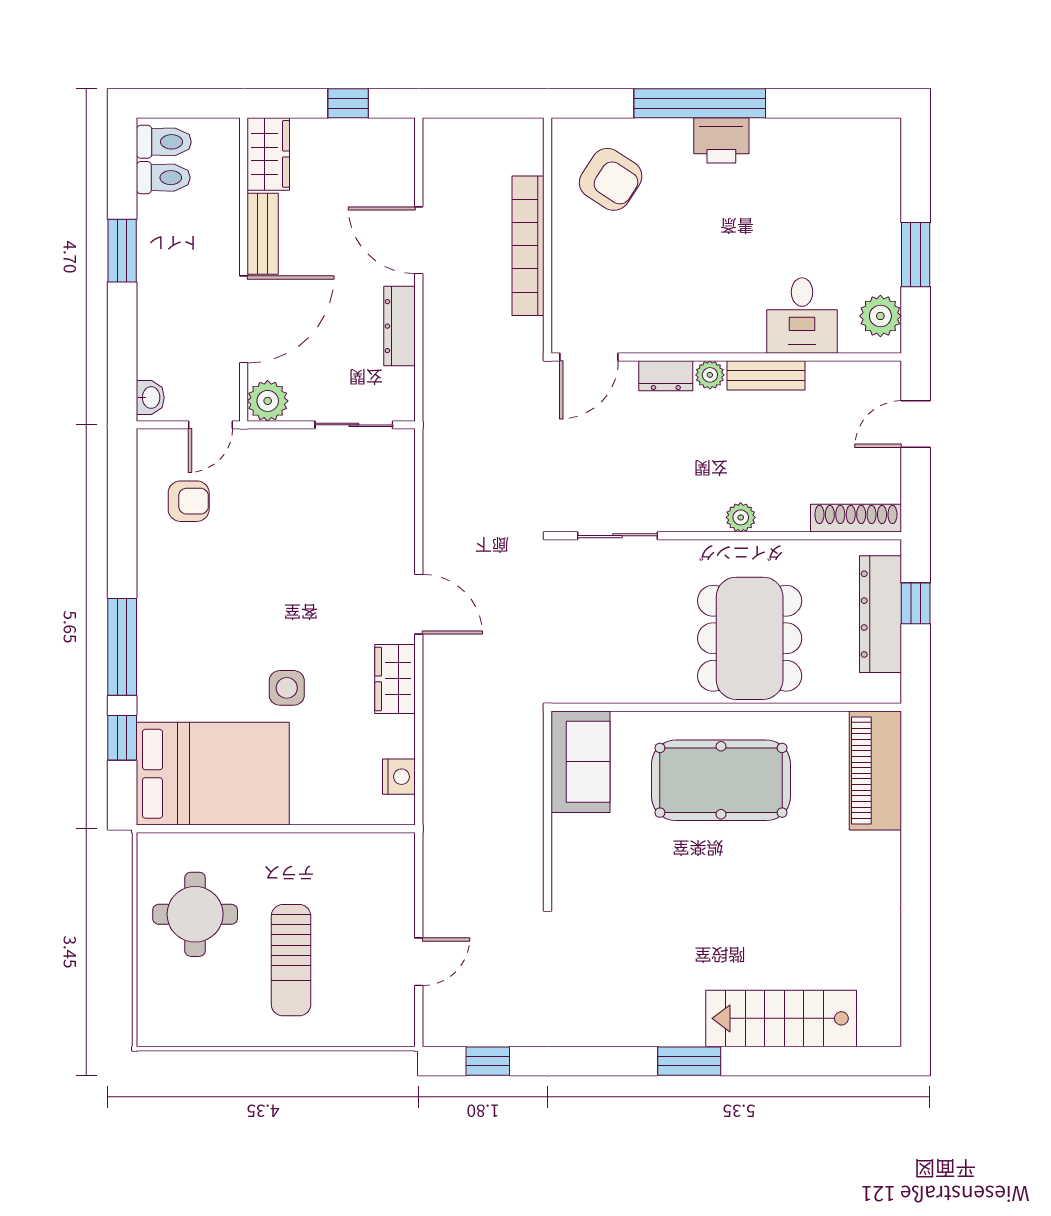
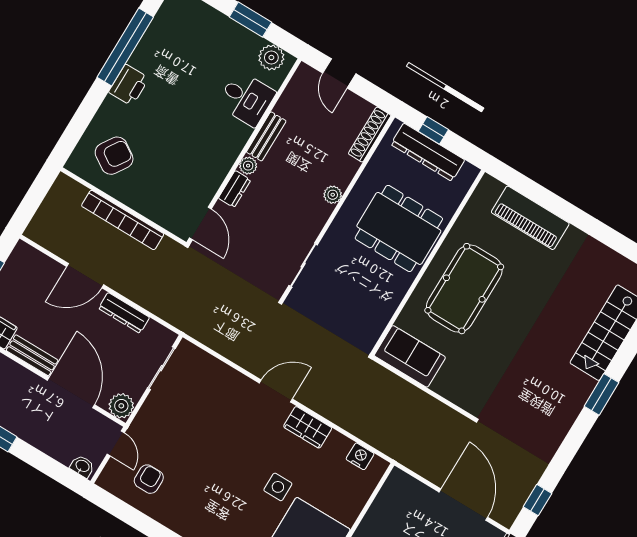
window: (700, 103) -> (125, 47), moved
piano: (875, 770) -> (530, 218), moved
door: (419, 962) -> (463, 505), width x1.88

